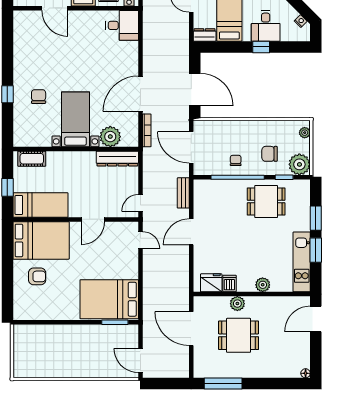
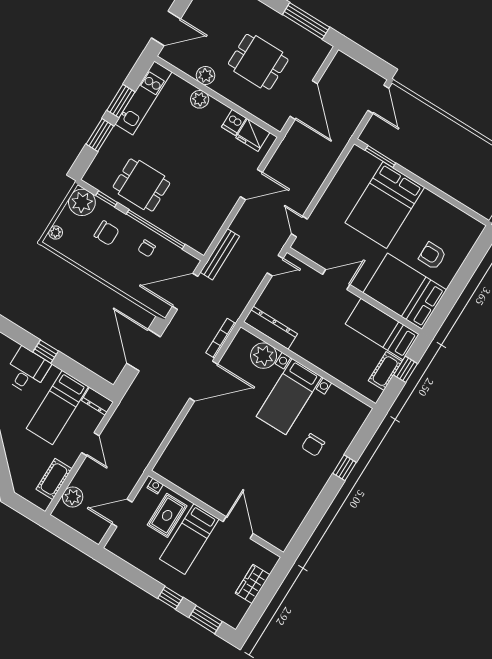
desk: (122, 25) -> (178, 465), removed
door: (191, 147) -> (185, 291), swing flipped
cot: (32, 159) -> (385, 371), moved, turned 90
bench: (183, 193) -> (220, 254), width x1.36
door: (191, 232) -> (251, 185), moved
bed: (109, 299) -> (385, 205), moved, turned 90
plant: (237, 304) -> (205, 75), moved

